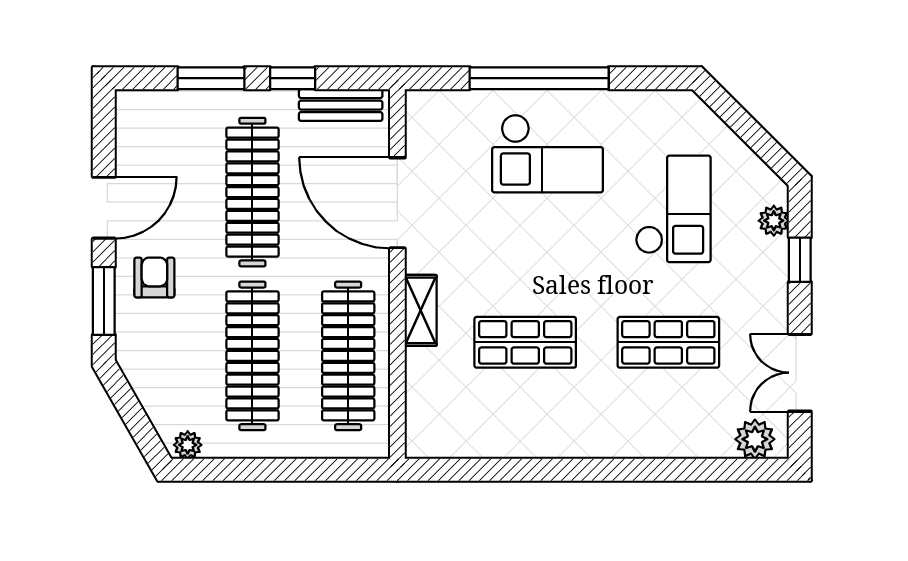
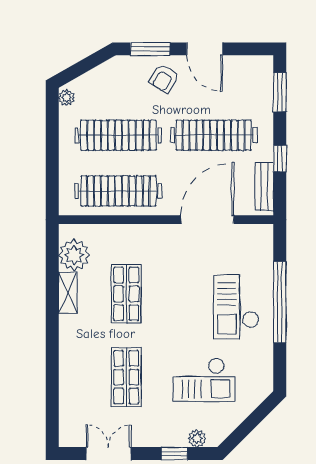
window: (211, 78) -> (280, 92), moved
armchair: (154, 278) -> (164, 78), turned 123
shelving: (421, 310) -> (68, 293), moved, turned 90
plant: (755, 439) -> (74, 255), moved, width x1.36, depth x1.36

